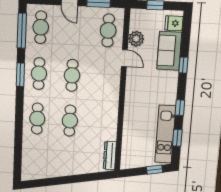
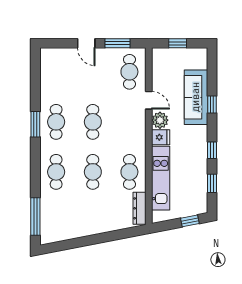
fridge: (174, 23) -> (161, 137), moved, turned 180
cafe table: (41, 27) -> (129, 172), moved
window: (22, 31) -> (35, 216), moved
plant: (136, 39) -> (160, 120), moved
sofa: (169, 51) -> (196, 97), width x1.36
kitchen unit: (165, 134) -> (161, 178), moved, turned 180

